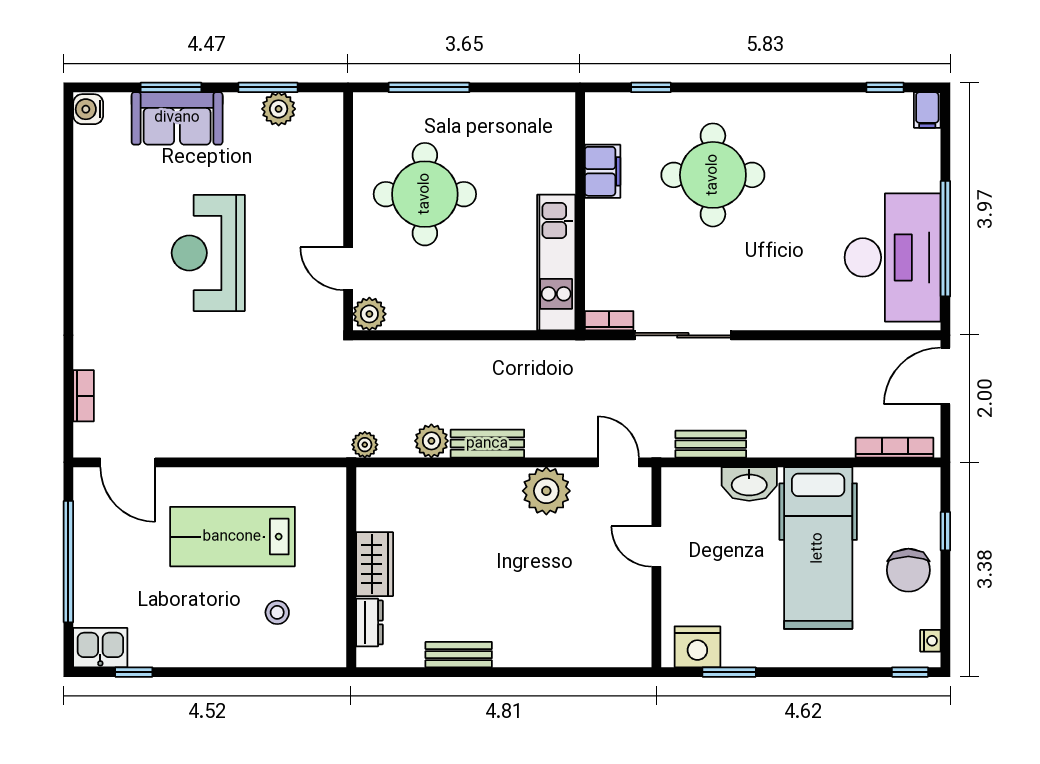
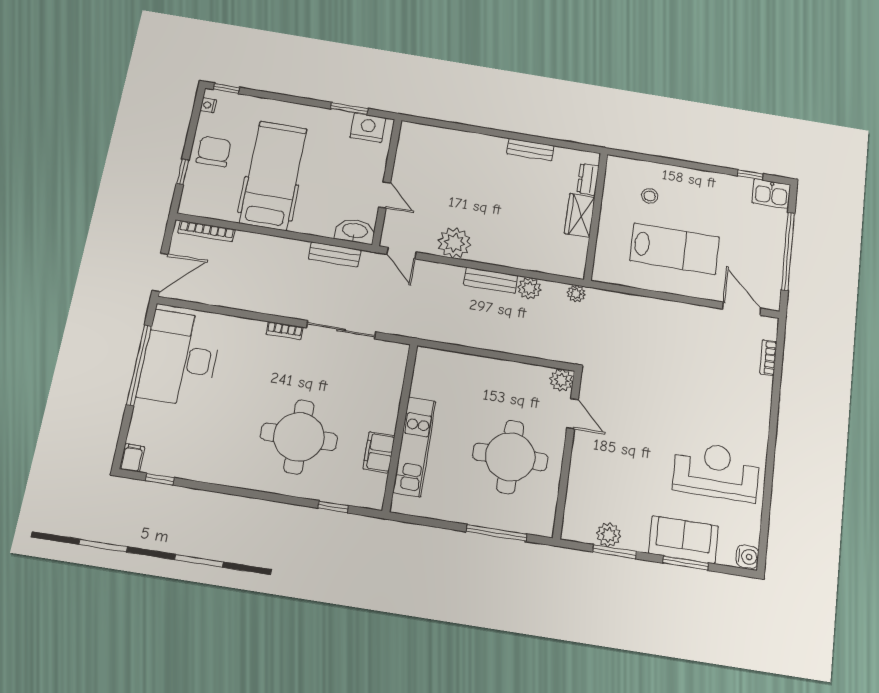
reception desk: (208, 253) -> (716, 471), moved, turned -90
kitchen unit: (556, 263) -> (414, 447), moved
bookcase: (609, 321) -> (285, 331), moved
washbasin: (749, 484) -> (355, 231), moved

